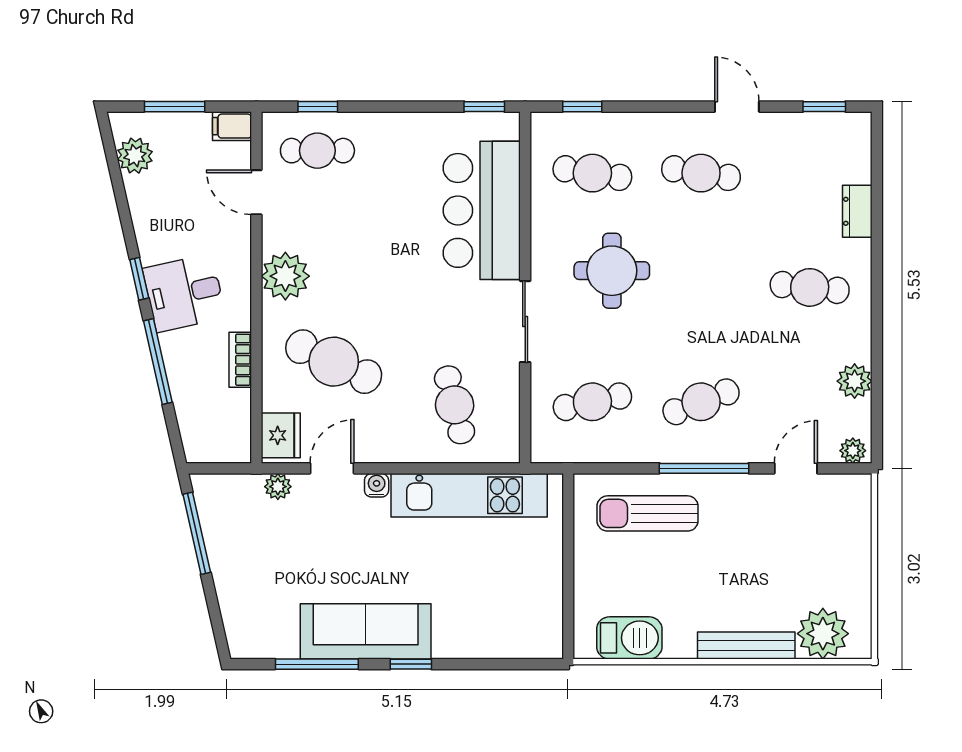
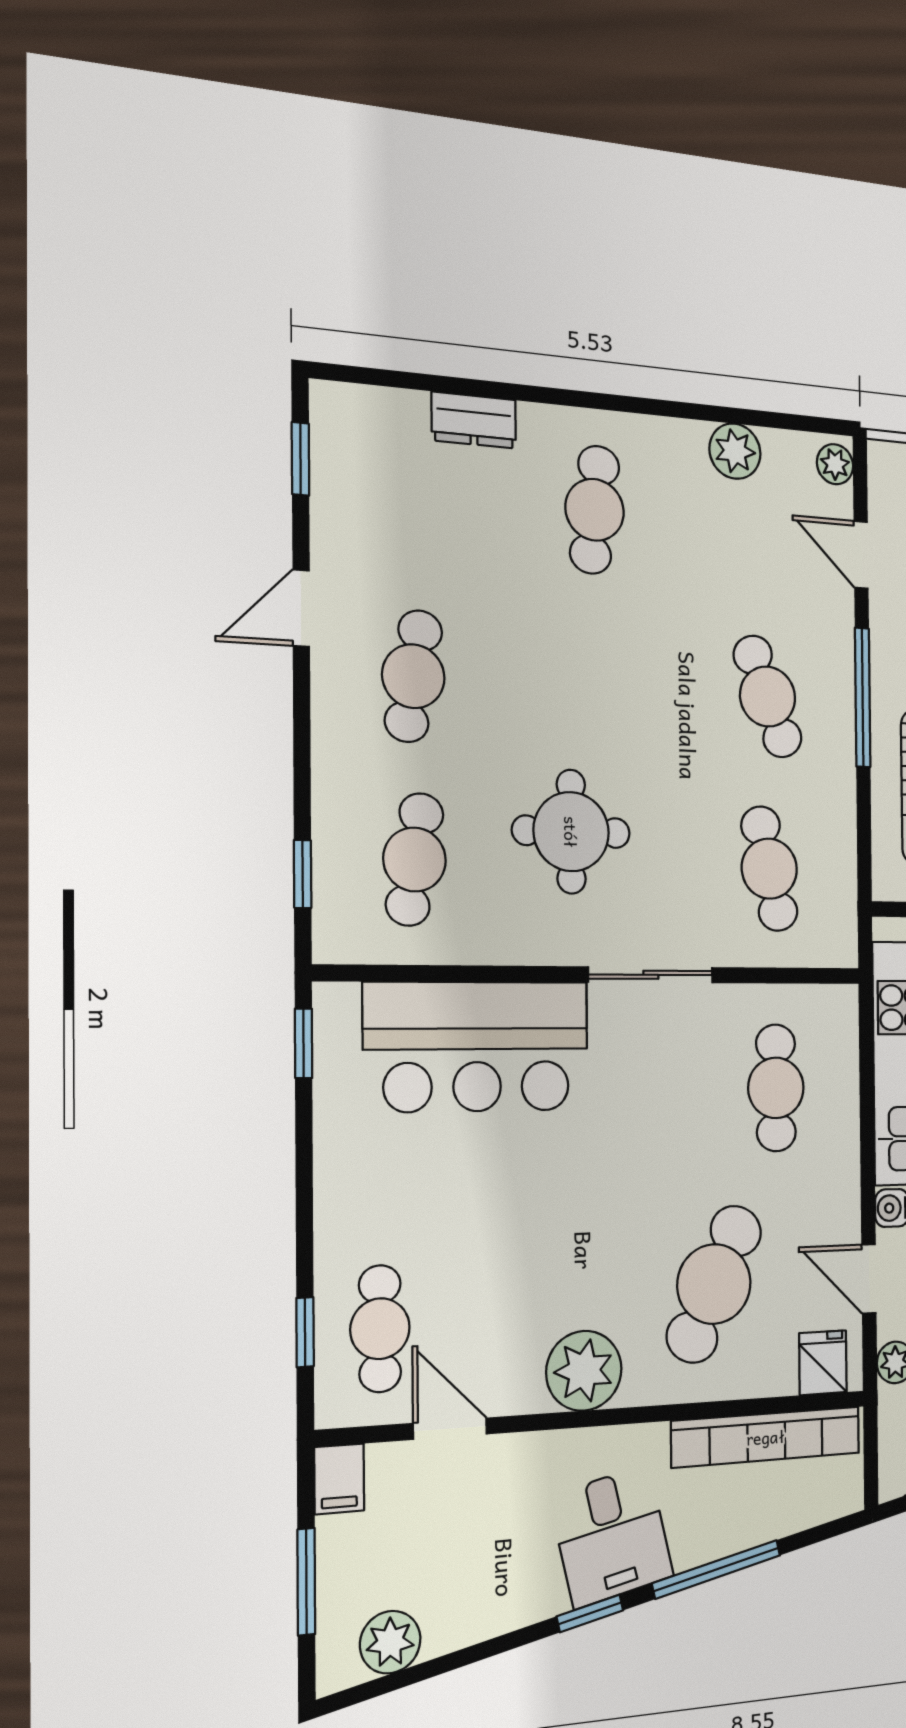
door: (256, 192) -> (450, 1429), swing flipped
bookcase: (240, 360) -> (766, 1437), width x2.31, depth x1.31
cafe table: (455, 405) -> (776, 1088), turned -76
fridge: (281, 435) -> (823, 1363), width x0.72

